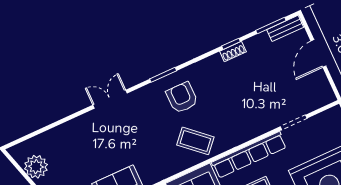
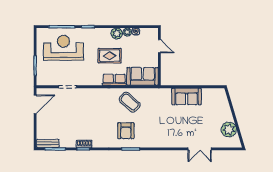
door: (318, 53) -> (35, 104), moved
double door: (110, 99) -> (200, 149), moved
row of seats: (249, 155) -> (114, 80), width x0.50

